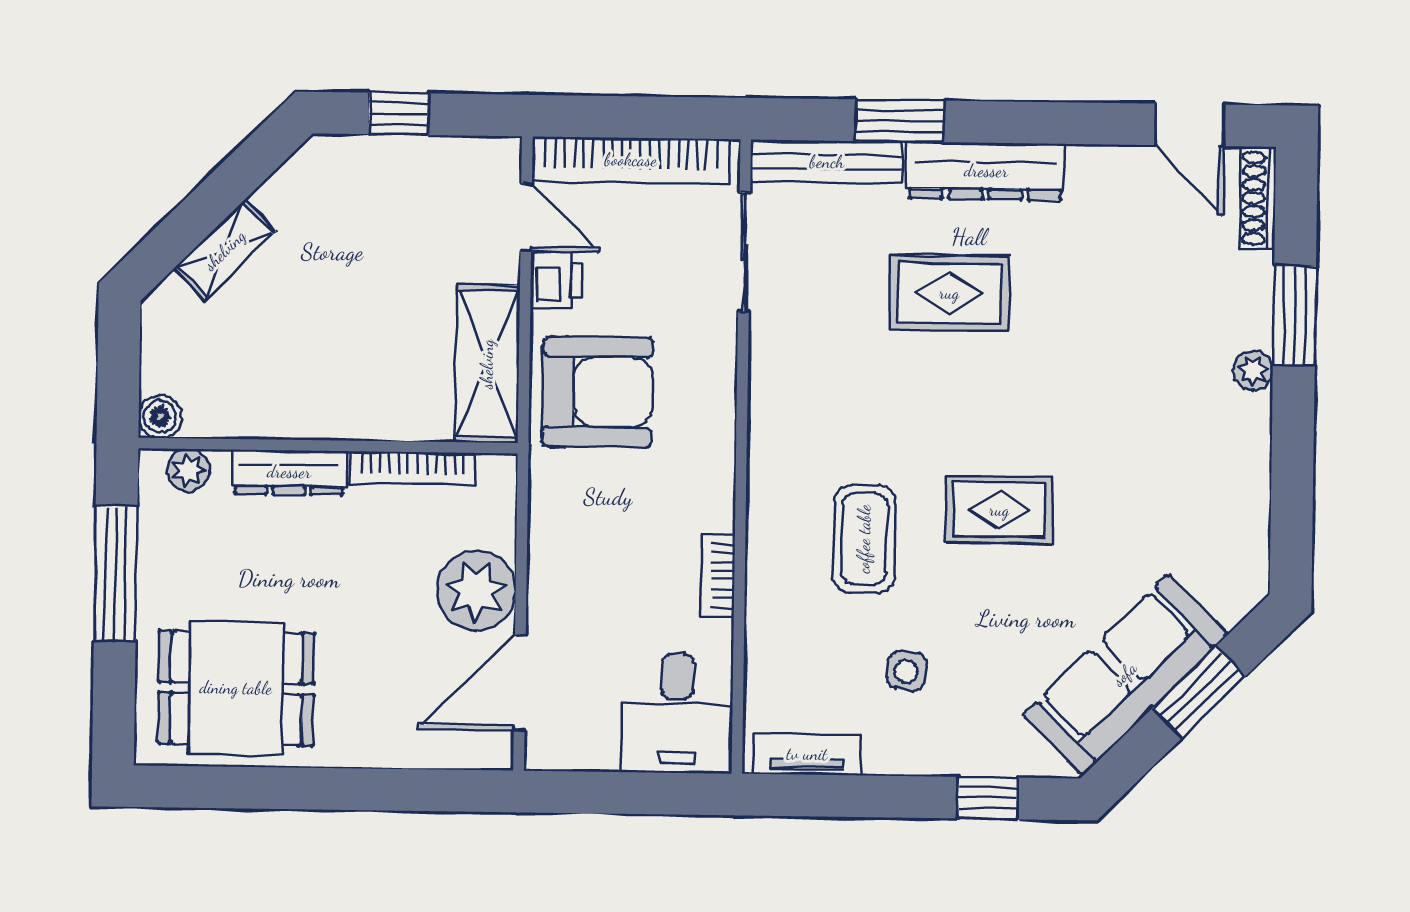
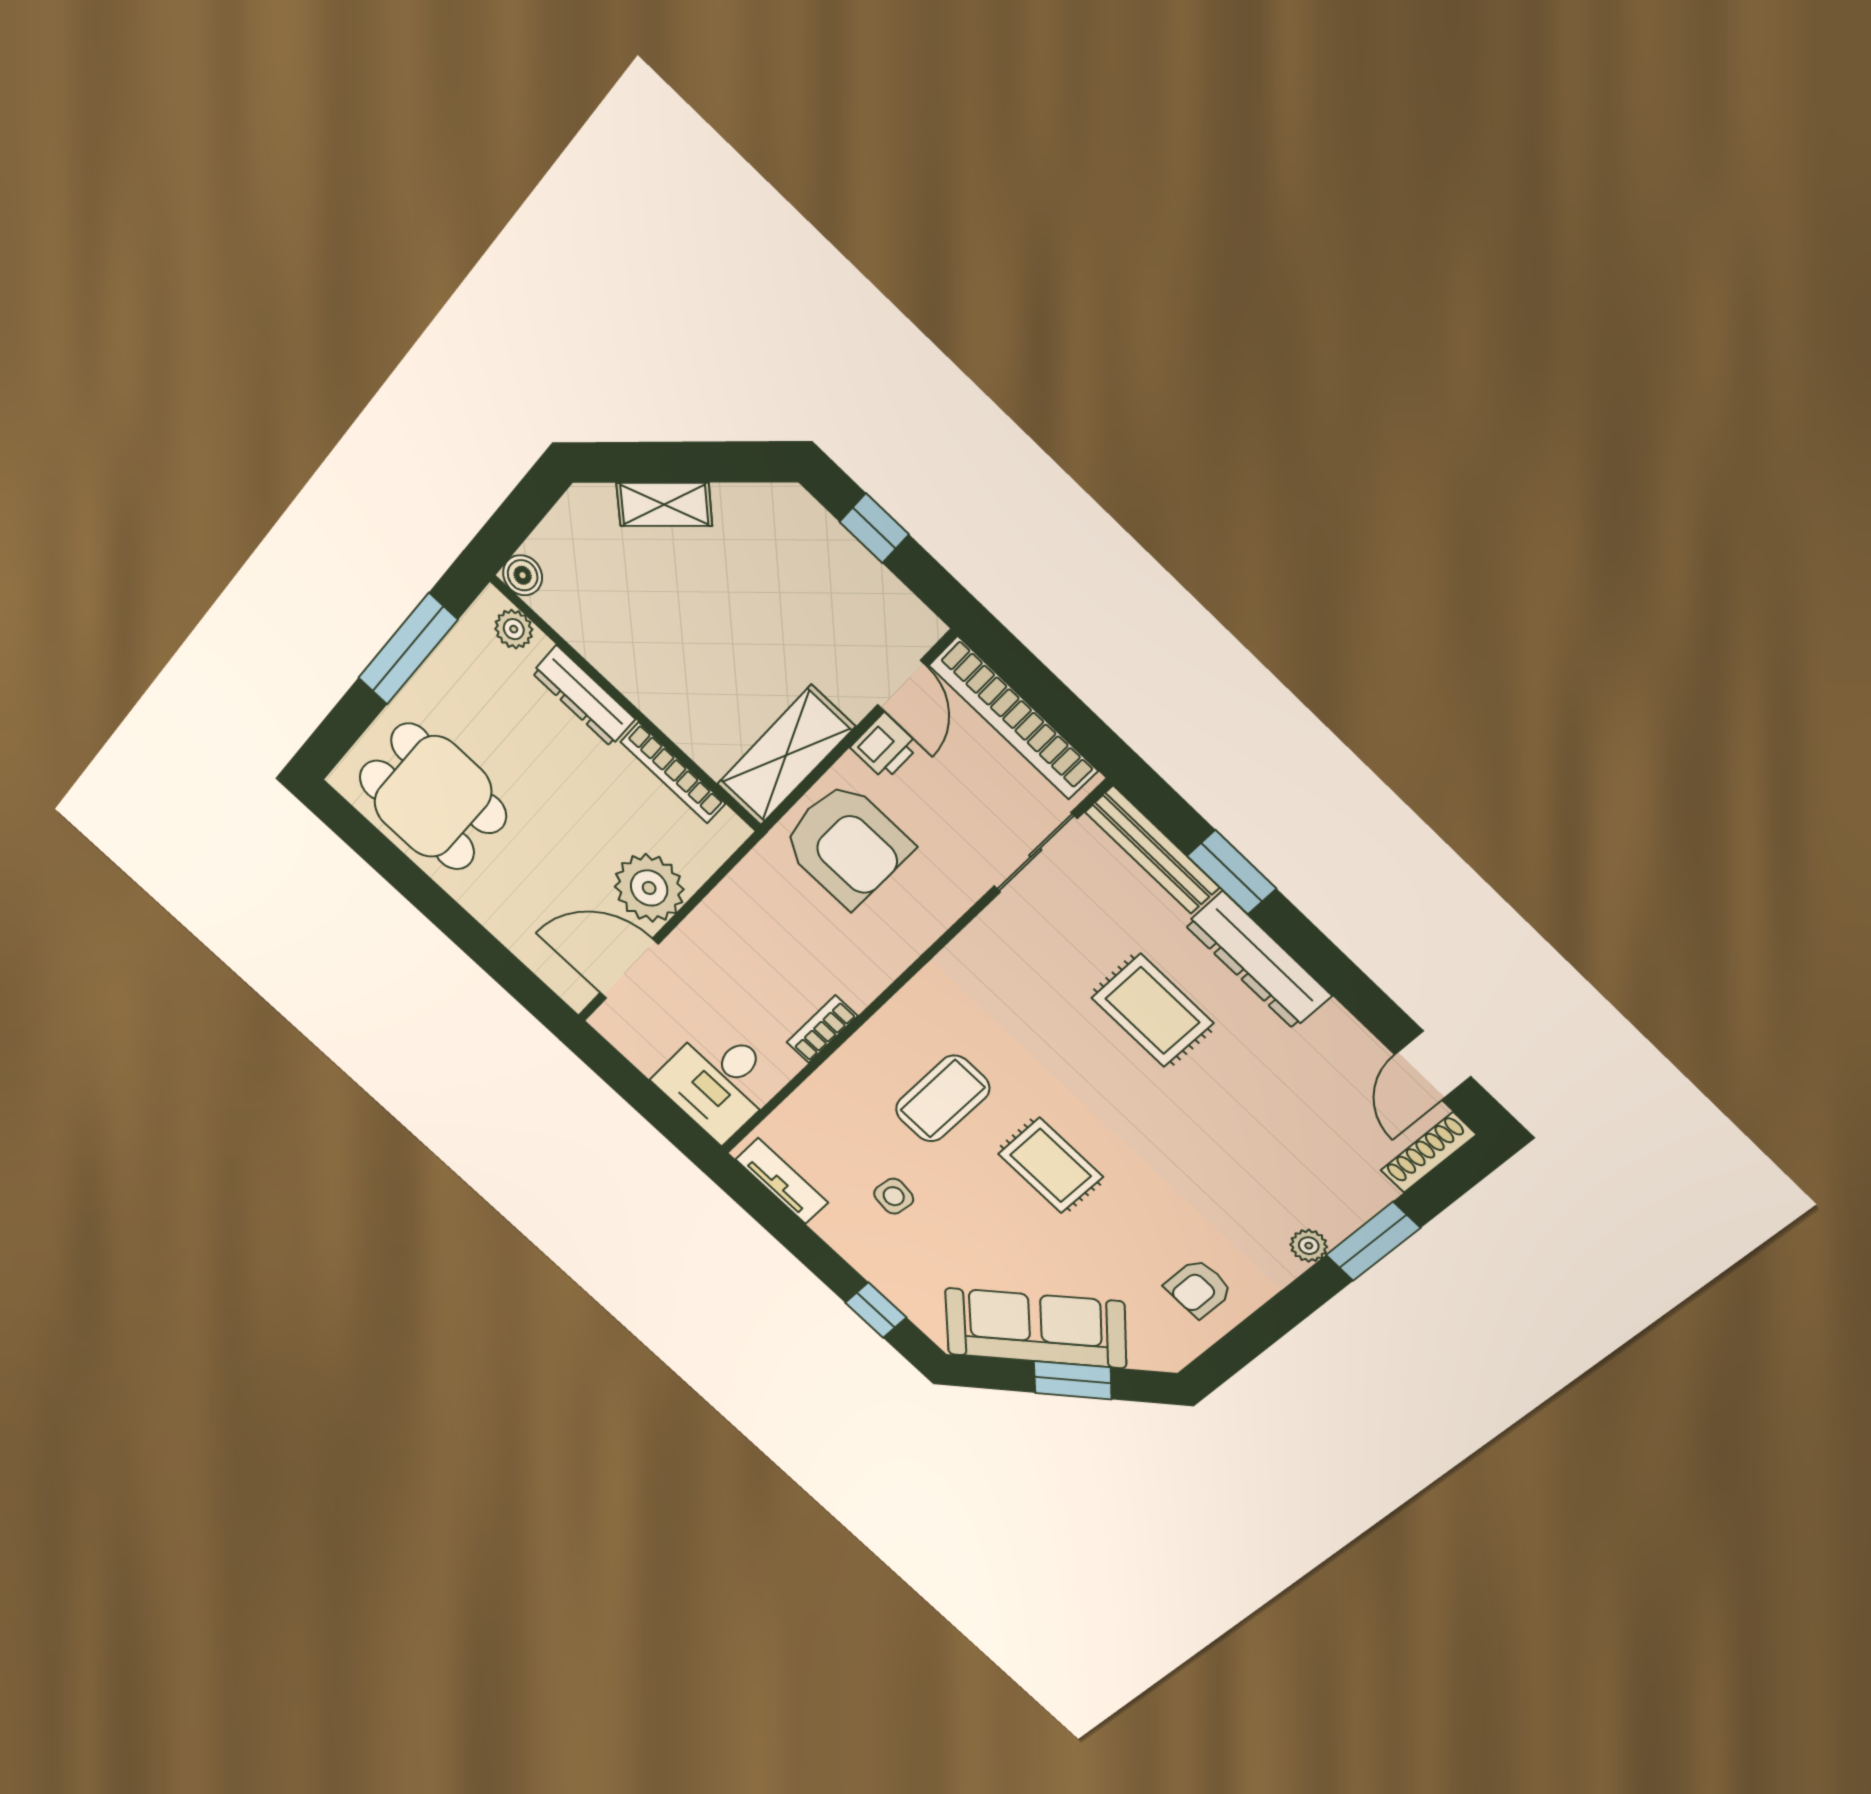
armchair: (1211, 498) -> (1199, 1288), added

